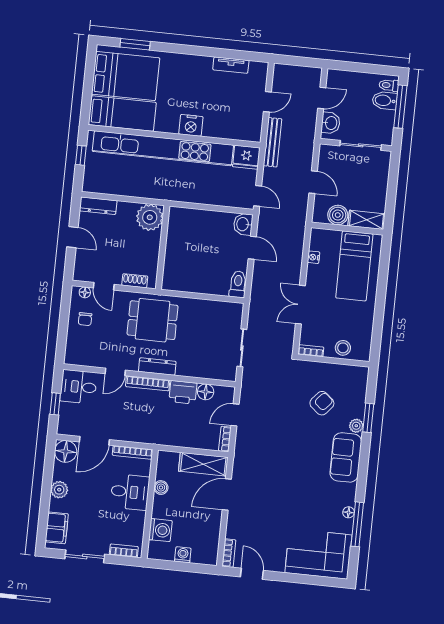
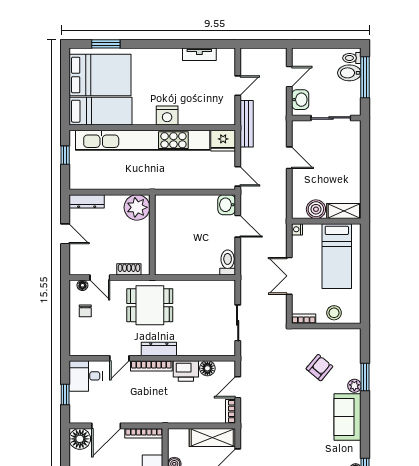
boiler: (338, 215) -> (316, 209), moved
shelving: (366, 220) -> (344, 211), moved
wall: (347, 228) -> (326, 221), moved
bed: (354, 266) -> (337, 256), moved

